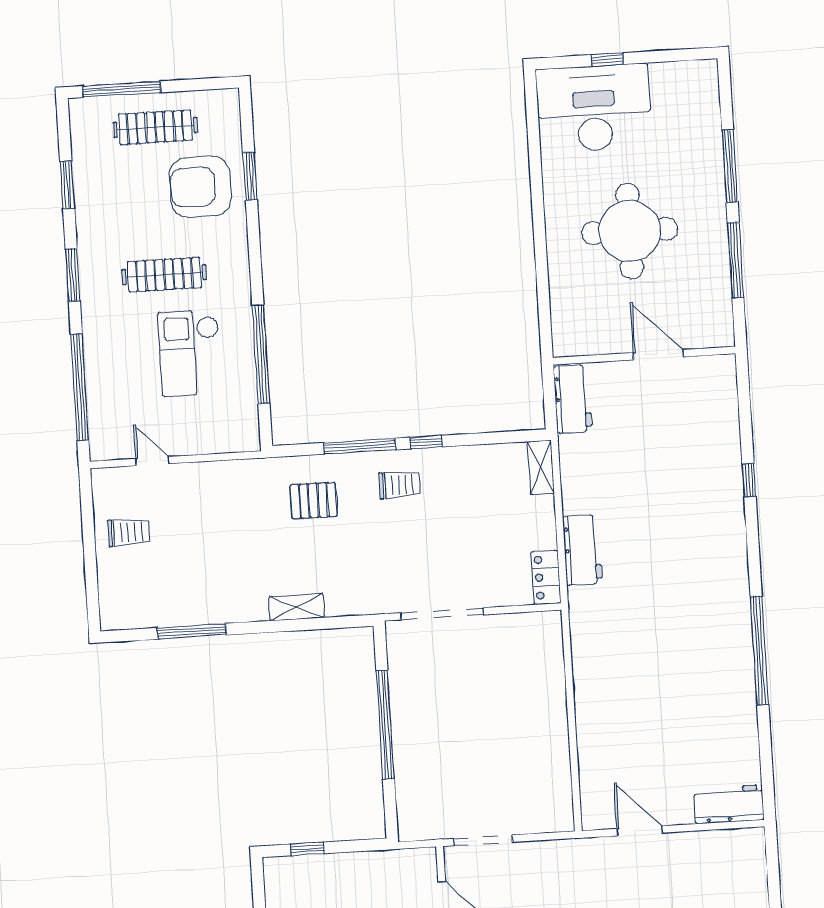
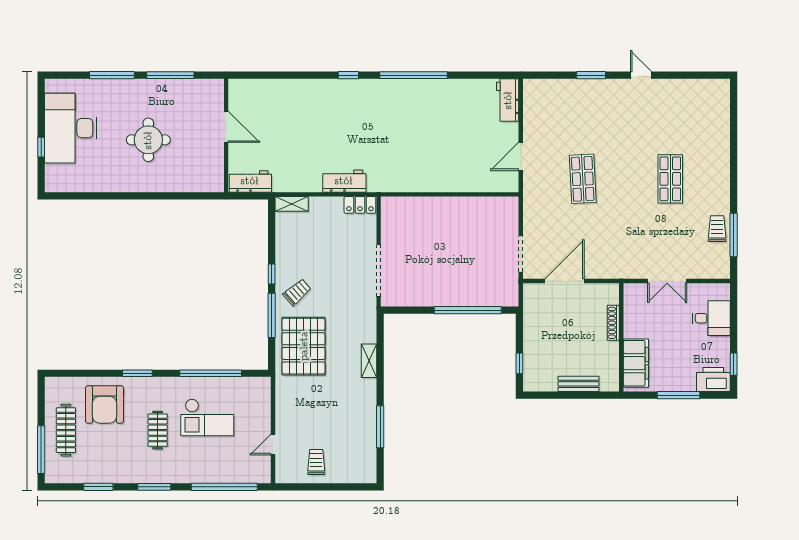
desk: (594, 108) -> (71, 128), moved
window: (250, 176) -> (137, 373), moved
round table: (630, 231) -> (148, 140), width x0.73, depth x0.73
clothes rail: (164, 275) -> (158, 430), width x0.73
door: (658, 355) -> (226, 127), swing flipped
window: (749, 480) -> (348, 75), moved
trolley: (400, 485) -> (297, 292), turned 49
pallet: (314, 501) -> (304, 346), width x2.05, depth x2.00
window: (385, 725) -> (468, 310), moved

